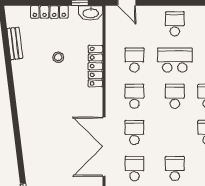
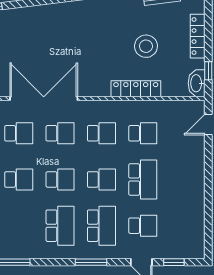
school desk: (175, 24) -> (60, 179), moved
stool: (58, 57) -> (146, 46), width x1.89, depth x1.89

